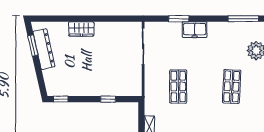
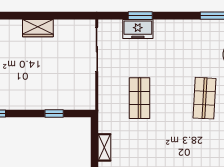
wardrobe: (81, 29) -> (38, 28), moved
freezer: (195, 30) -> (138, 29), moved

